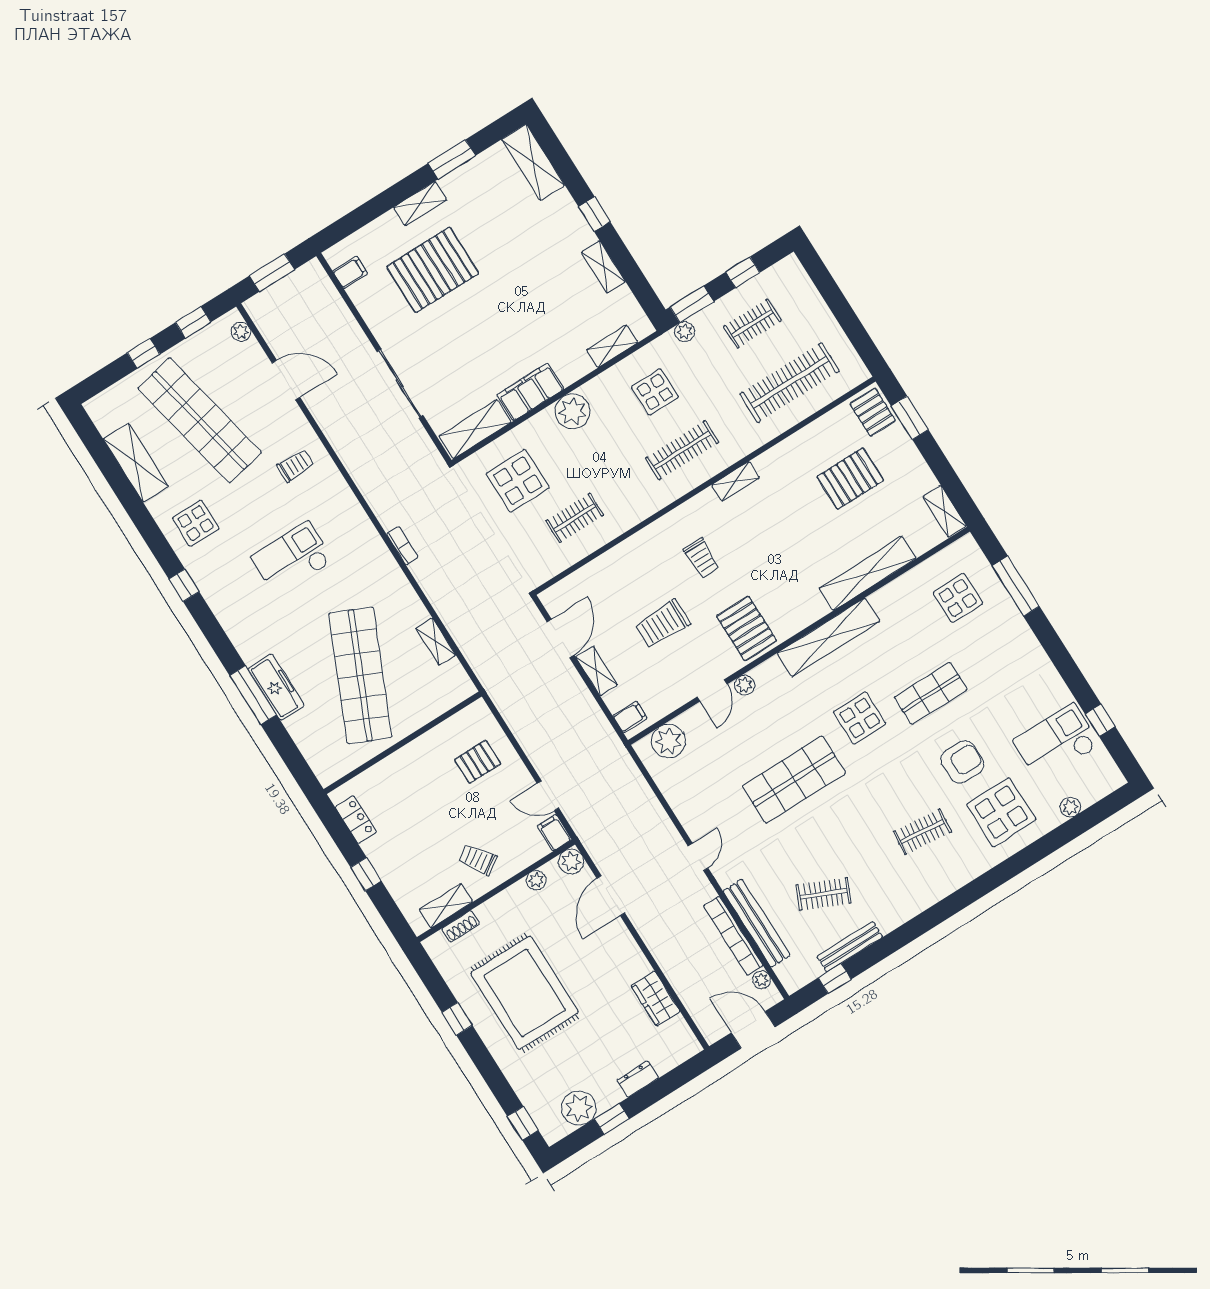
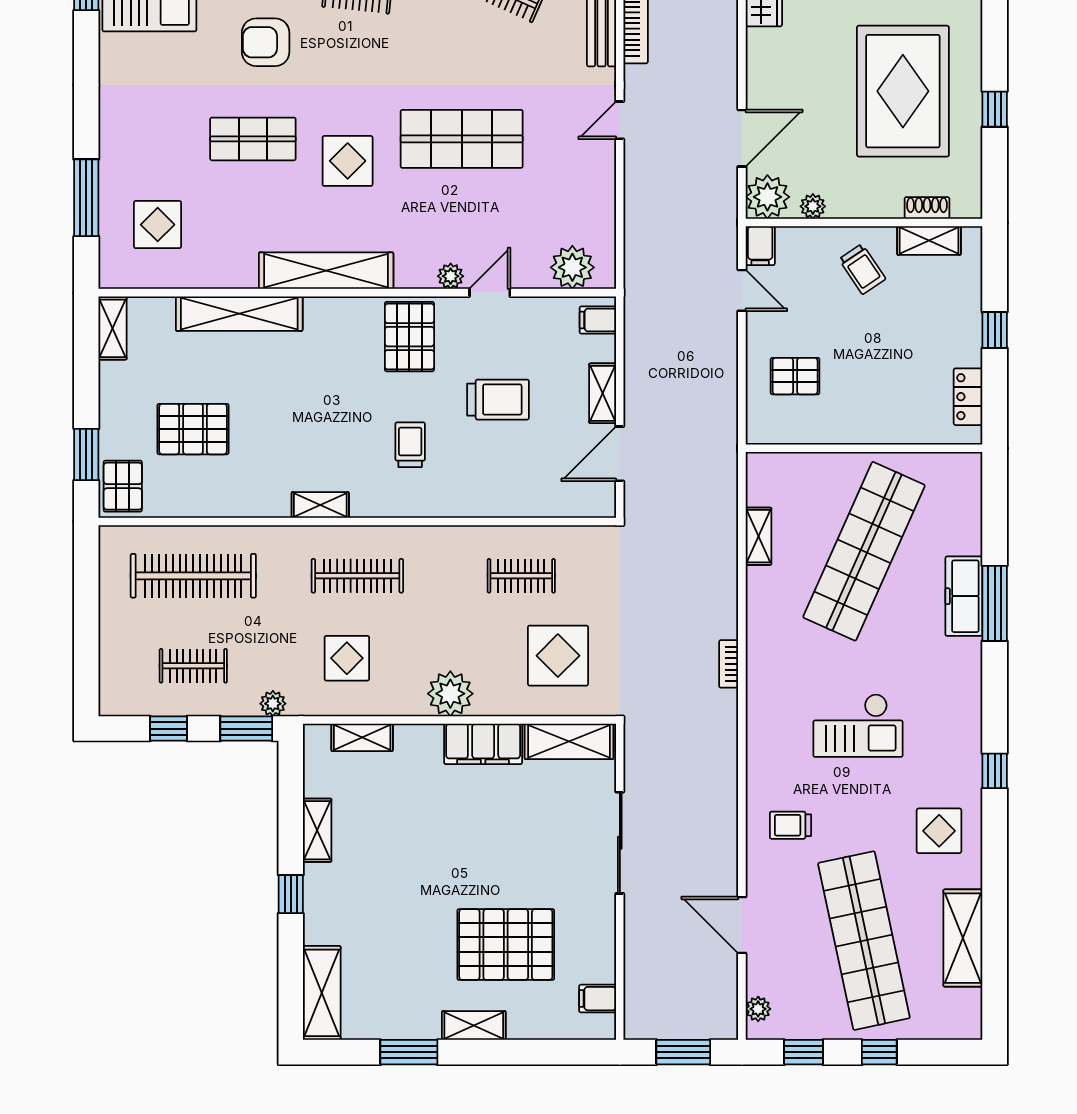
plant: (571, 861) -> (767, 197), width x1.36, depth x1.36

